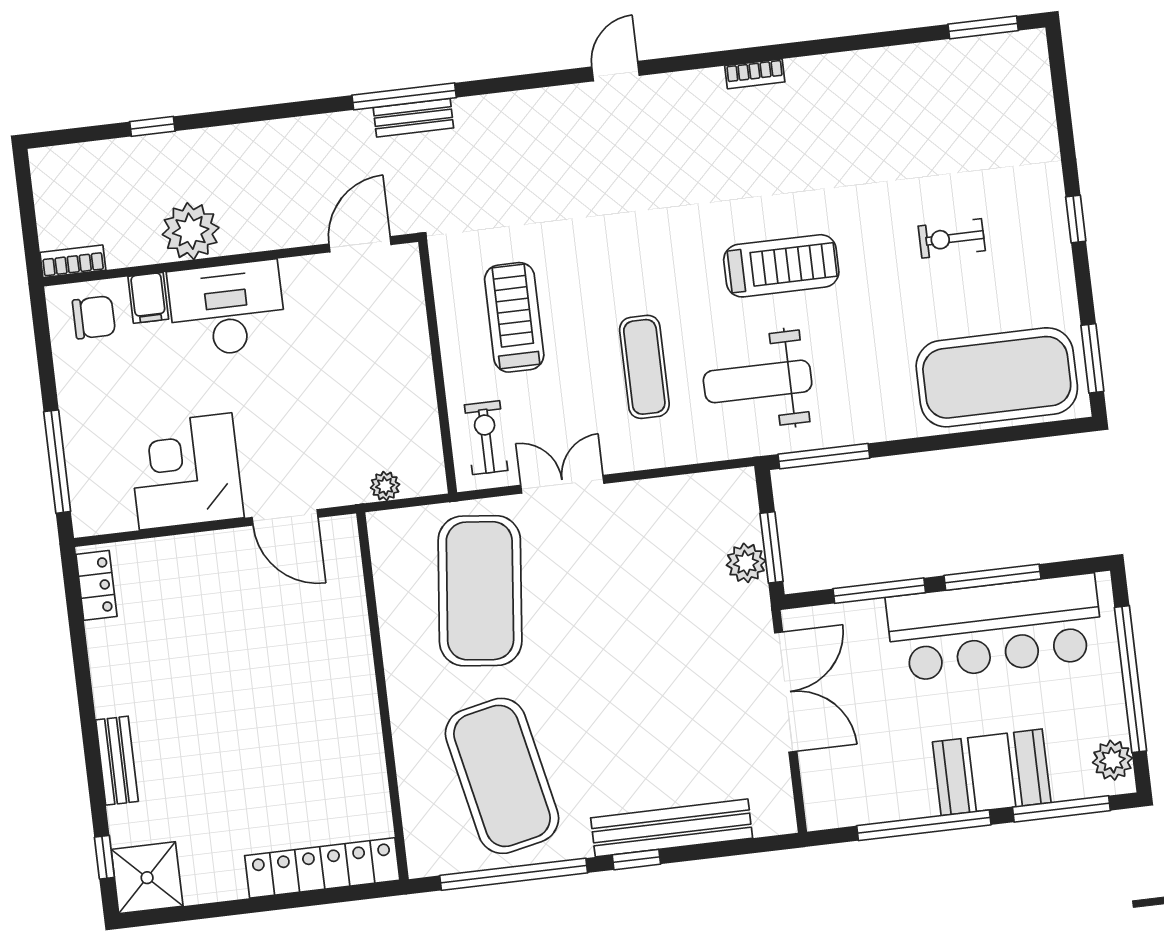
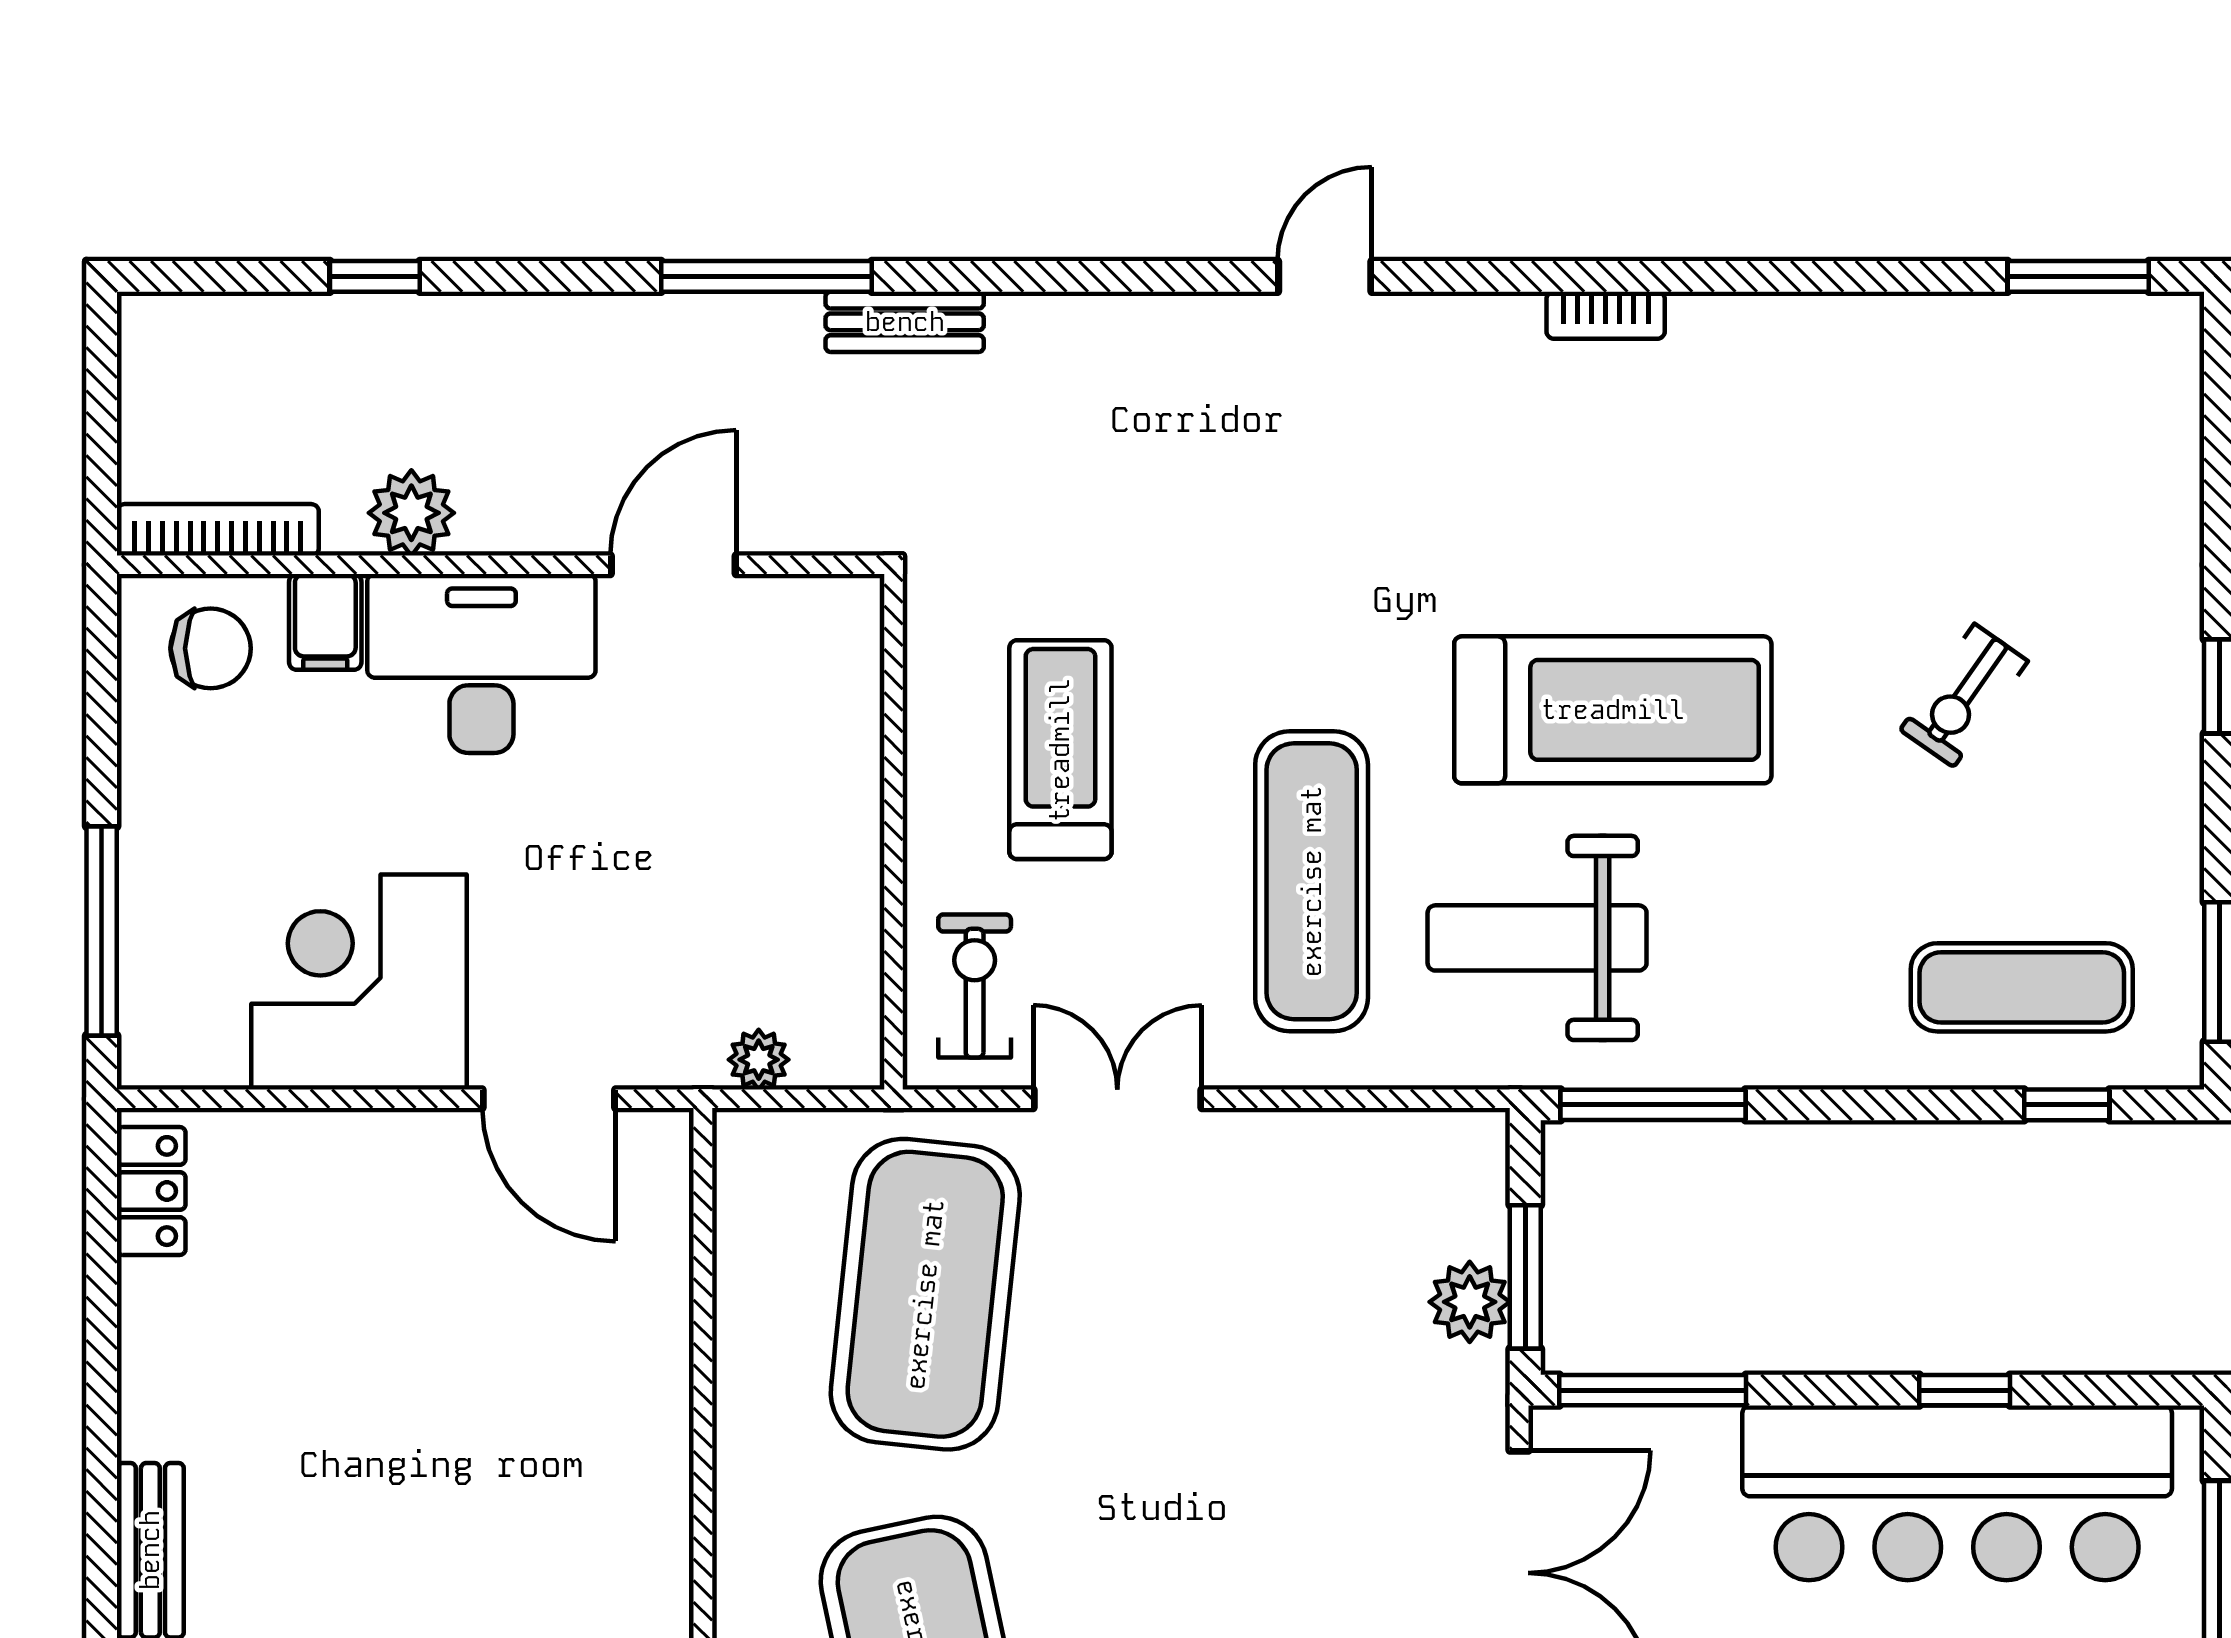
window: (404, 96) -> (767, 276), moved
plant: (191, 231) -> (411, 513), width x0.73, depth x0.73
exercise bike: (952, 238) -> (1964, 695), turned -55
door: (360, 244) -> (673, 565), moved
bookcase: (73, 261) -> (218, 530), width x1.56
treadmill: (781, 266) -> (1613, 710), width x1.37, depth x1.38
exercise mat: (644, 367) -> (1312, 881), width x1.36, depth x1.45
exercise mat: (997, 377) -> (2022, 987), width x0.50, depth x0.69
window: (1026, 432) -> (2067, 1105), added
window: (992, 577) -> (1965, 1390), width x0.46
window: (879, 591) -> (1653, 1390), moved

